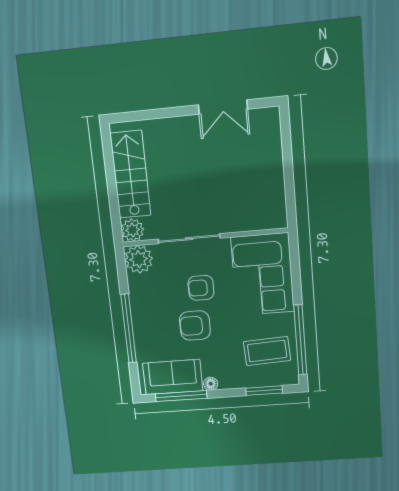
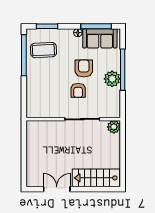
stairs: (130, 174) -> (96, 178), moved, turned 90
plant: (139, 259) -> (112, 79), moved
corner sofa: (263, 274) -> (42, 95), removed
armchair: (201, 288) -> (78, 90), turned 90
armchair: (195, 326) -> (84, 68), turned -90

